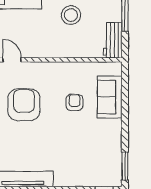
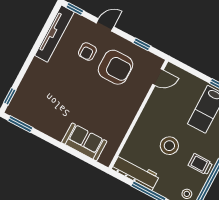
workbench: (113, 40) -> (136, 172), width x1.38
armchair: (75, 102) -> (87, 52), moved, turned 90

